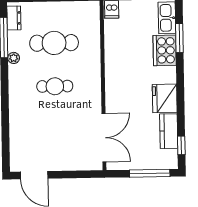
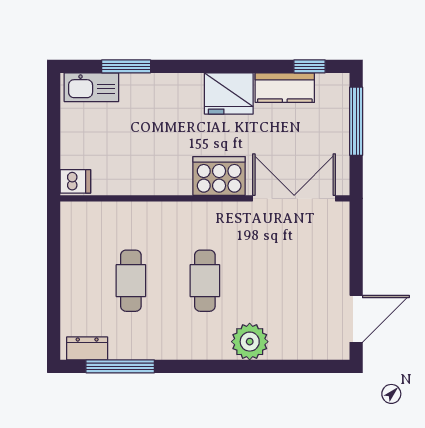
cafe table: (54, 43) -> (131, 281), width x0.73, depth x0.74
cooker: (165, 50) -> (219, 176), moved, turned 180
plant: (14, 58) -> (250, 342), moved, width x1.87, depth x1.87

